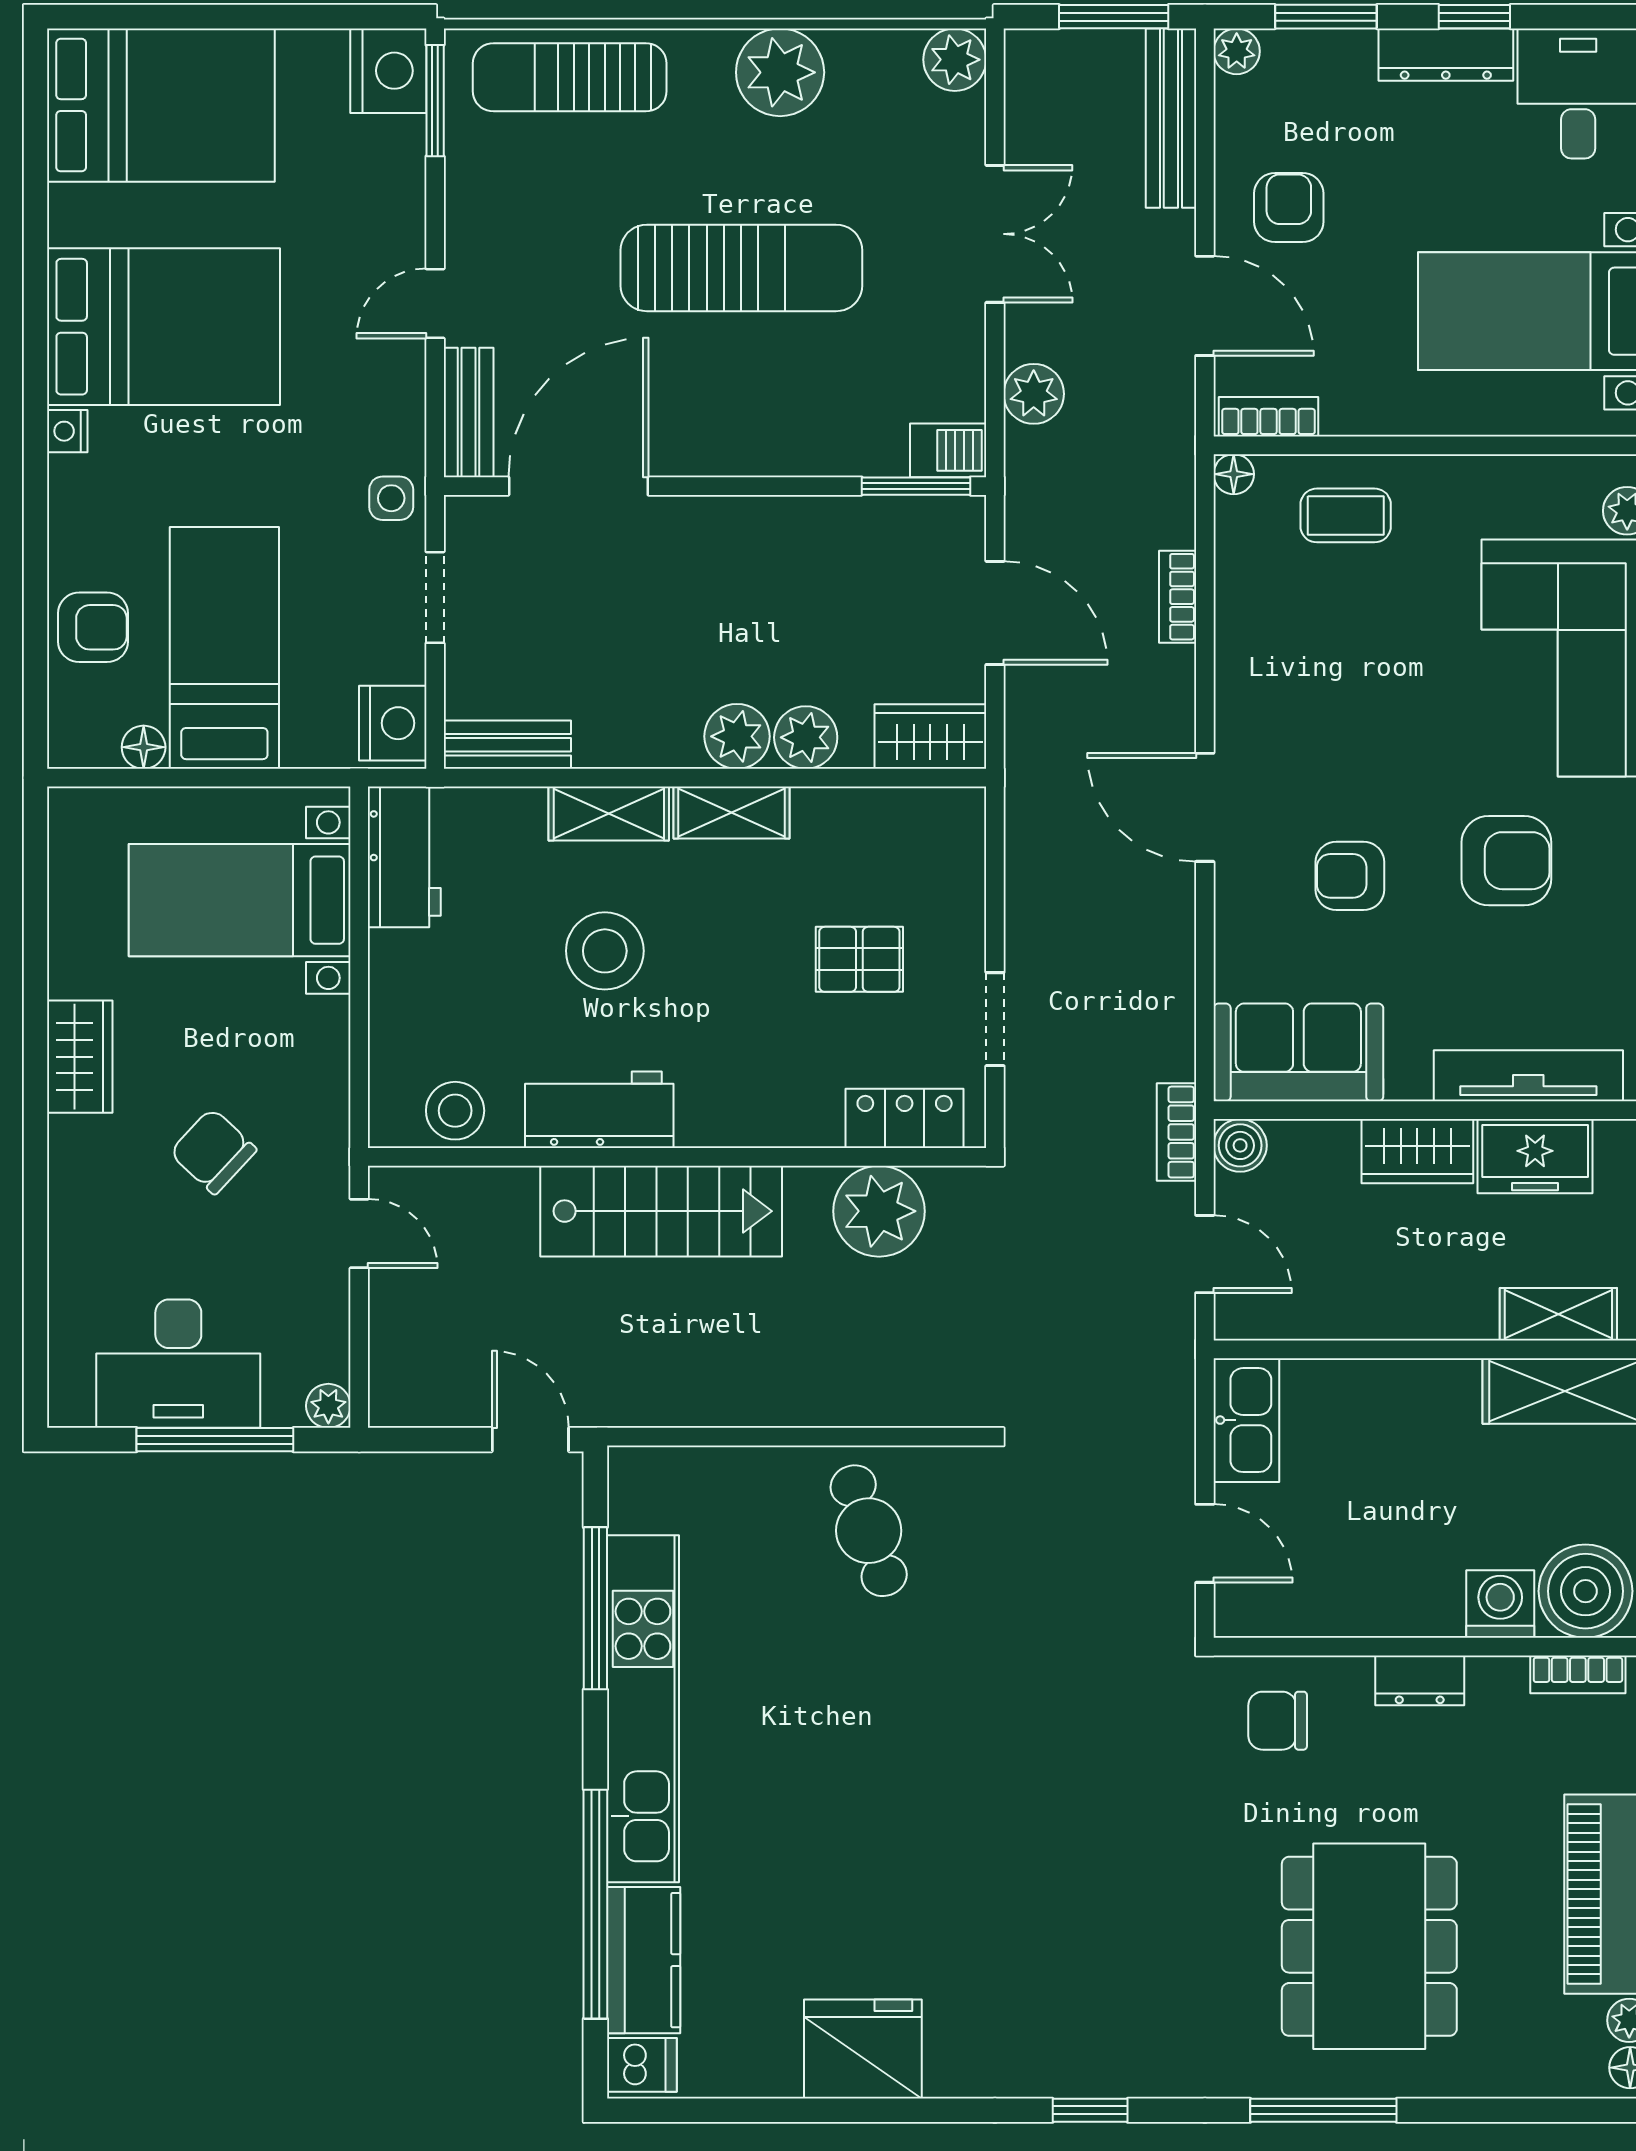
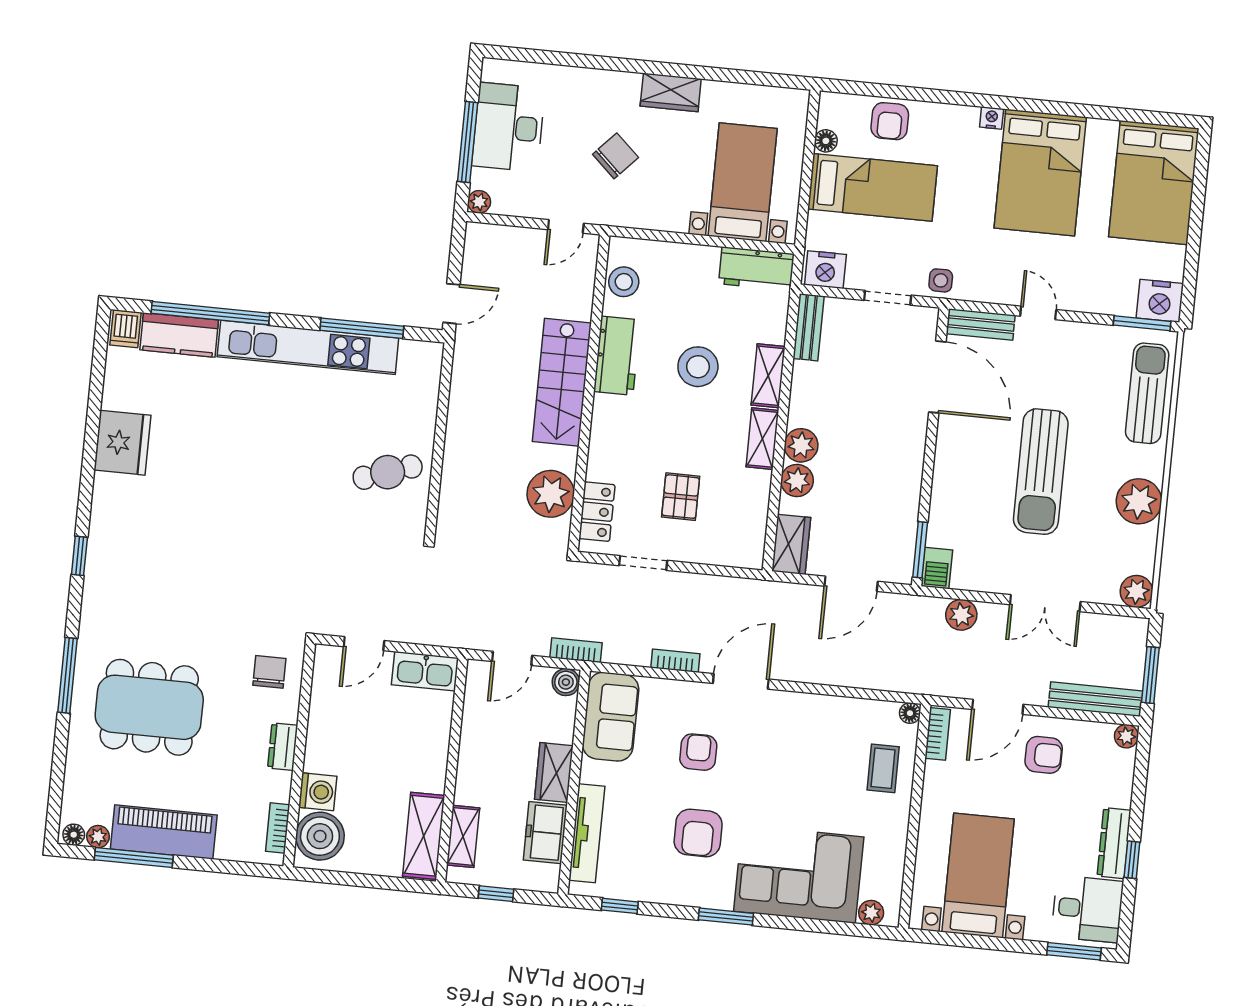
window: (1326, 17) -> (1140, 784), removed
bookcase: (1178, 597) -> (675, 661), moved

